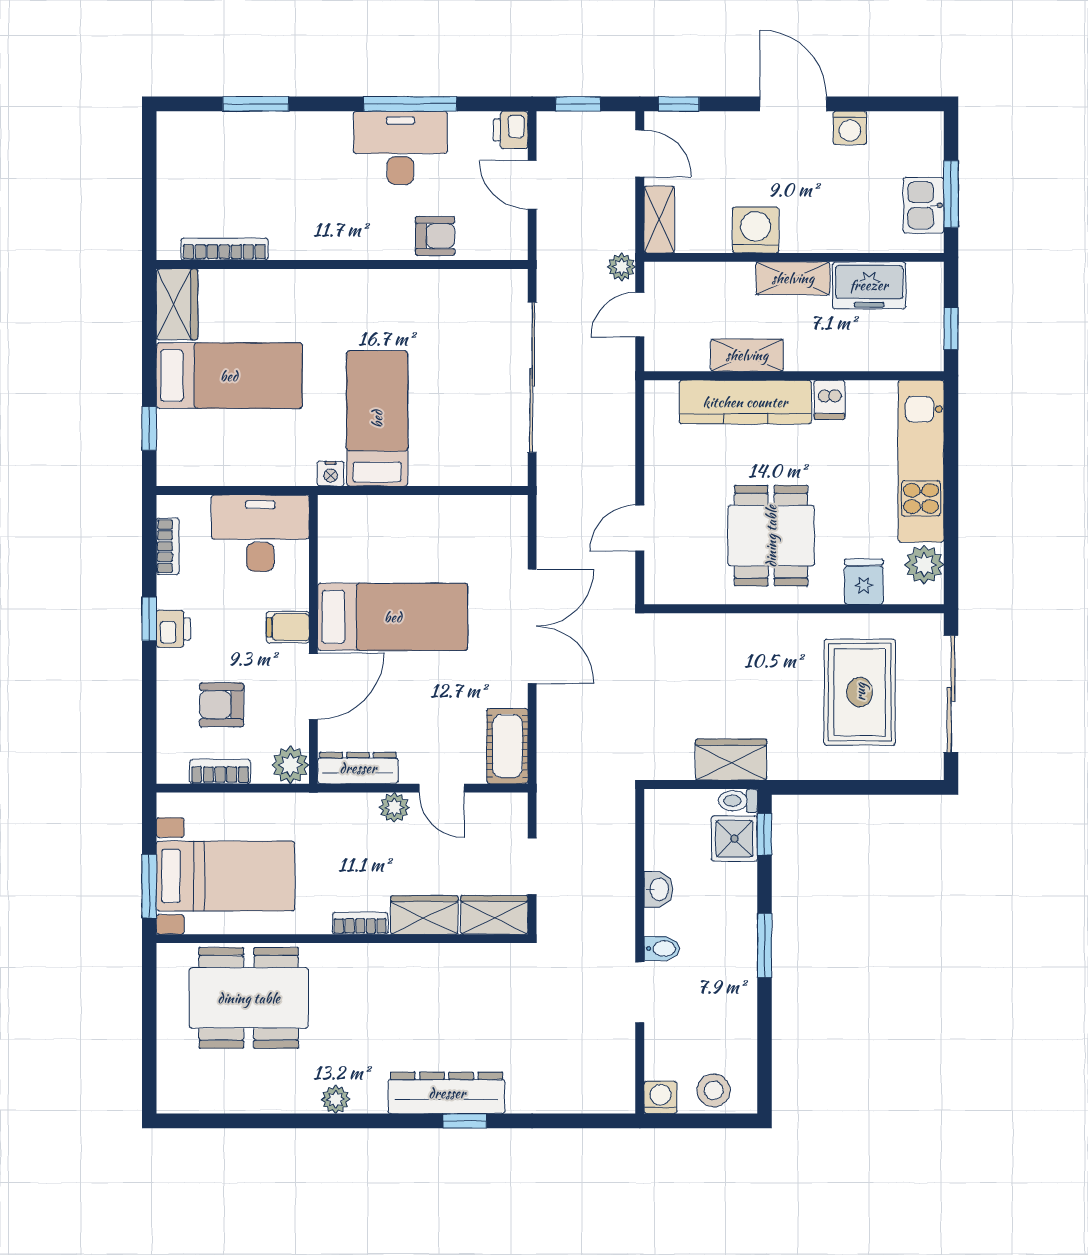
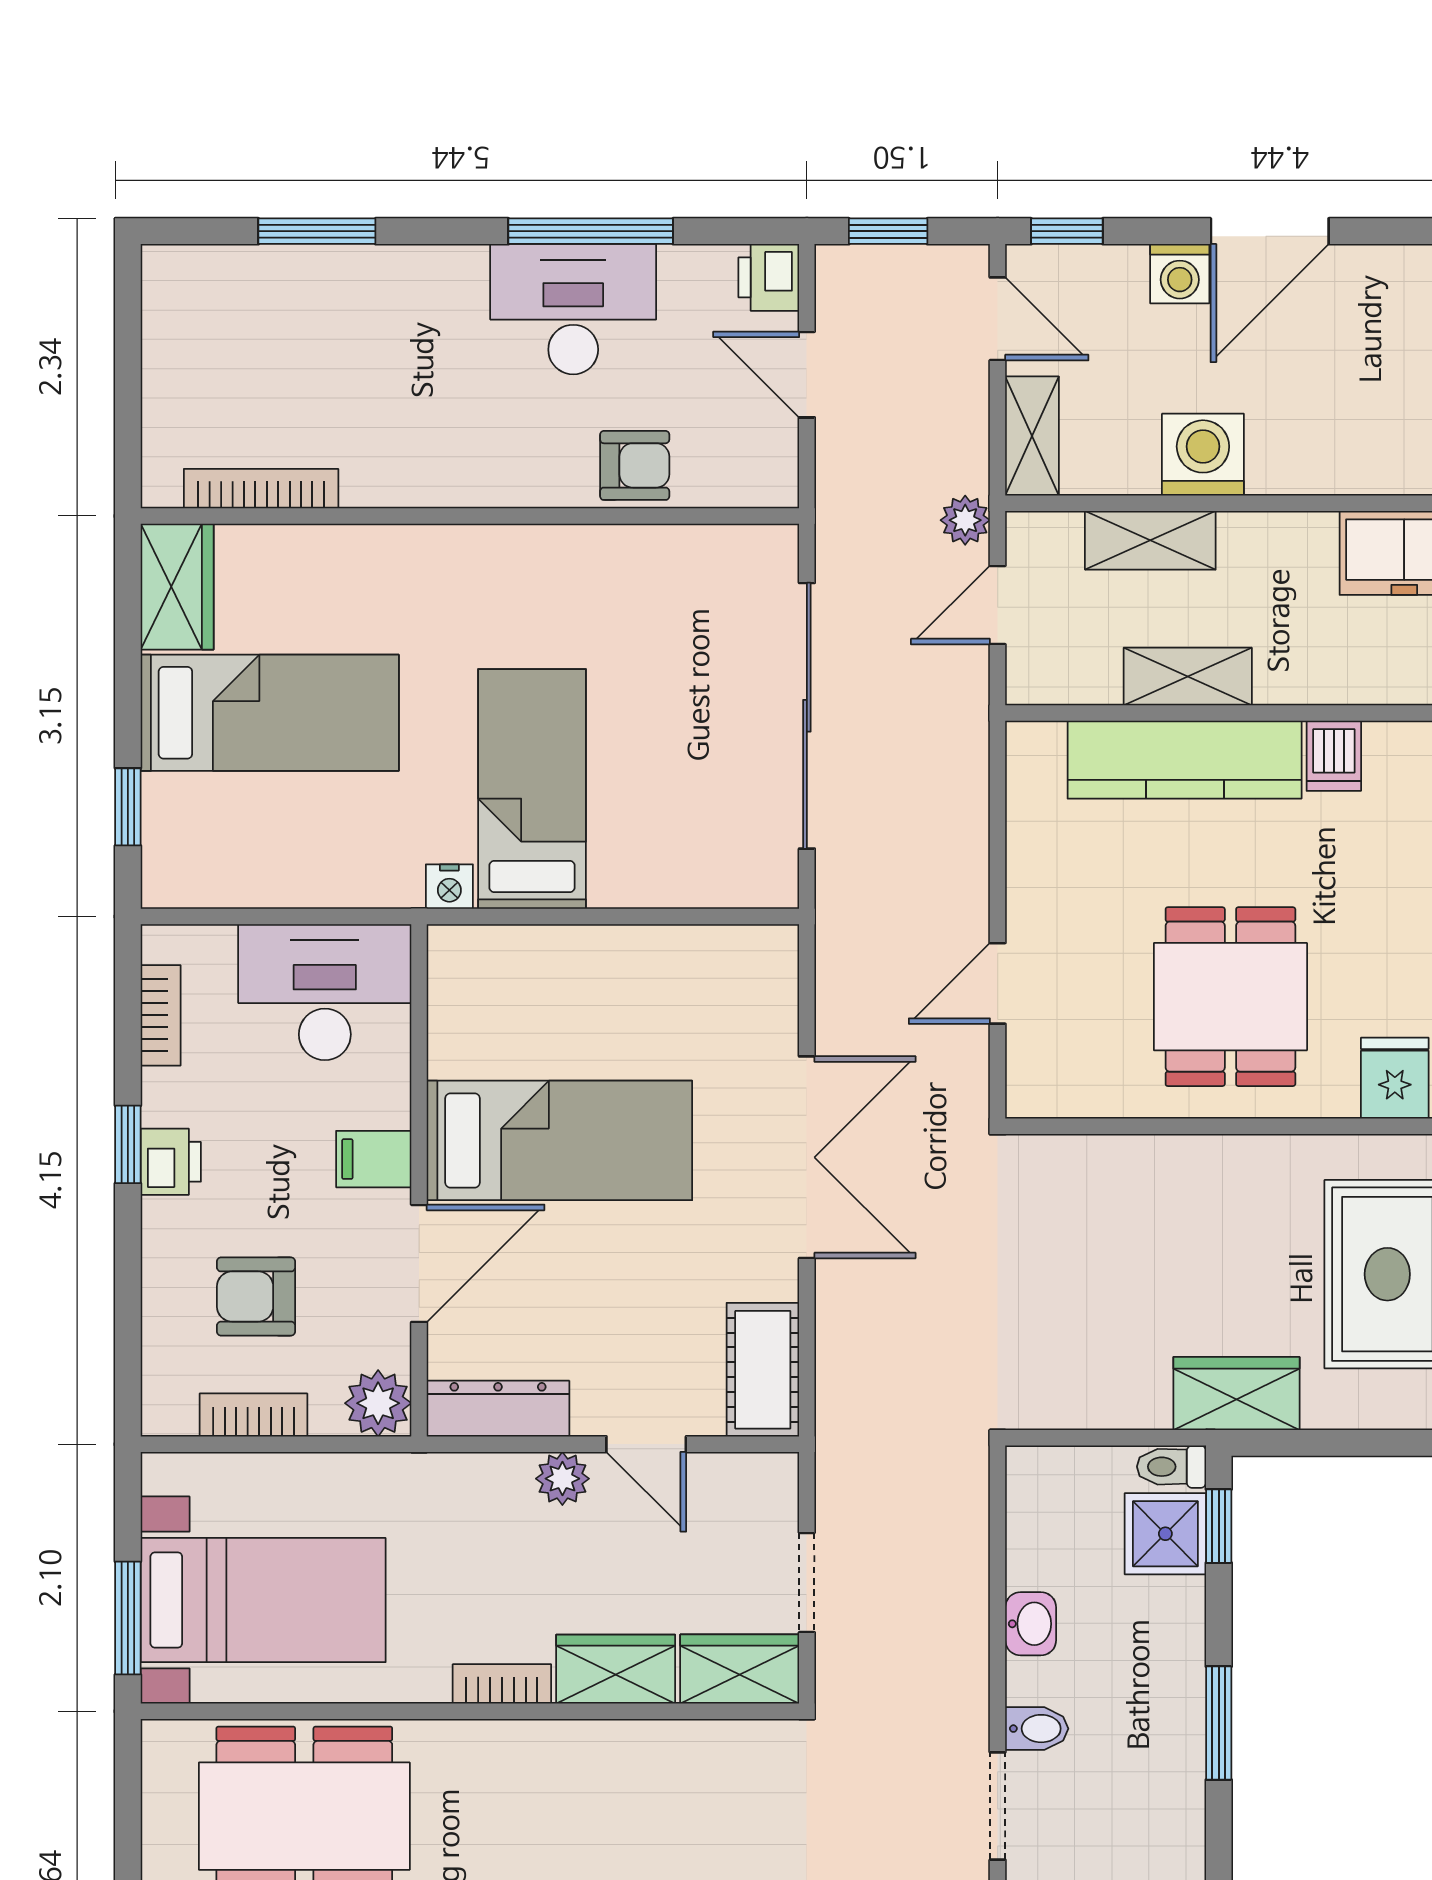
door: (793, 104) -> (1270, 231), swing flipped
washing machine: (850, 128) -> (1180, 274), moved
shelving: (793, 278) -> (1150, 540), moved
wardrobe: (731, 760) -> (1236, 1394), moved

